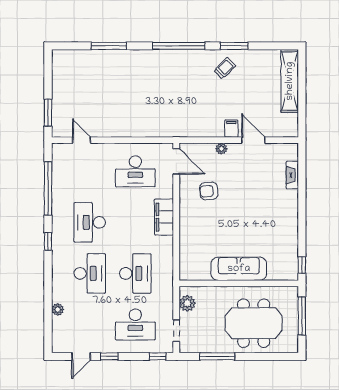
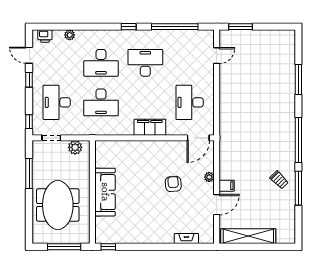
window: (234, 46) -> (298, 188), width x1.44
shelving: (290, 81) -> (248, 236), moved
armchair: (209, 191) -> (173, 184), moved
printer: (59, 338) -> (45, 36), added

